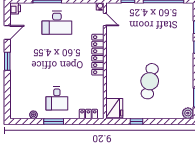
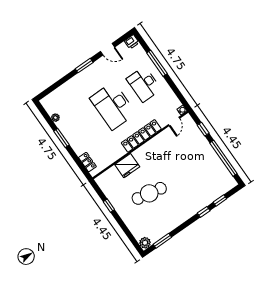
desk: (57, 99) -> (113, 106), moved, width x1.87, depth x1.30
fridge: (114, 108) -> (127, 166), moved

